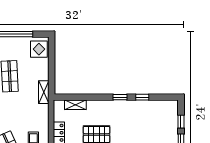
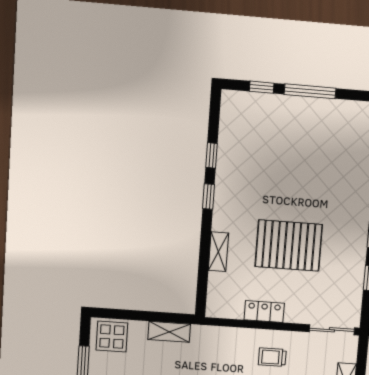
shelving: (44, 92) -> (169, 332), moved
shelving: (75, 105) -> (218, 252), moved

